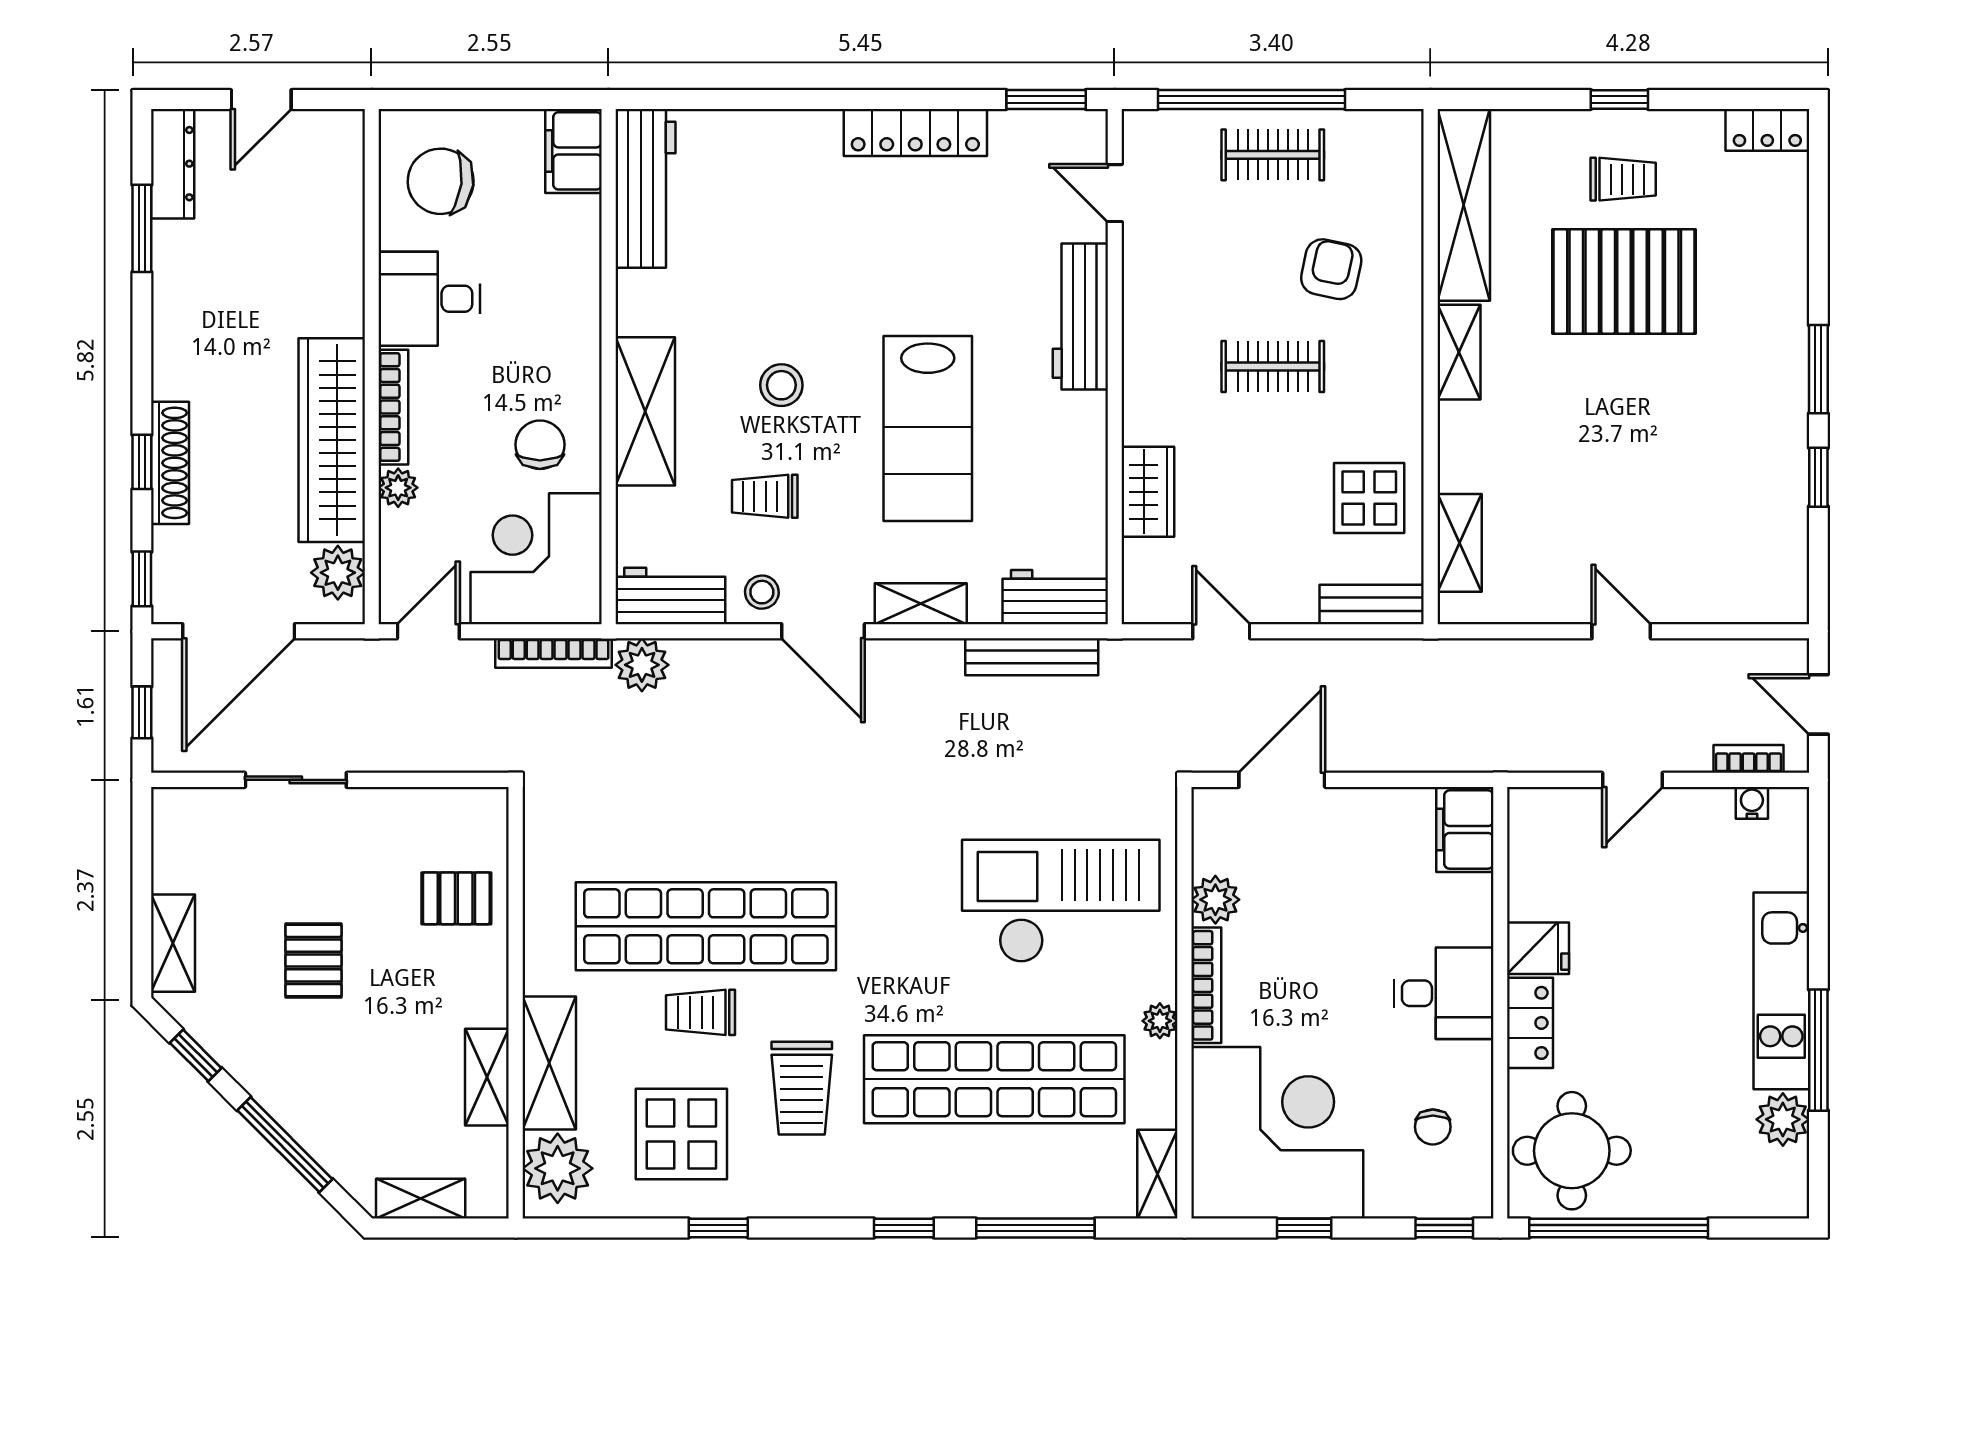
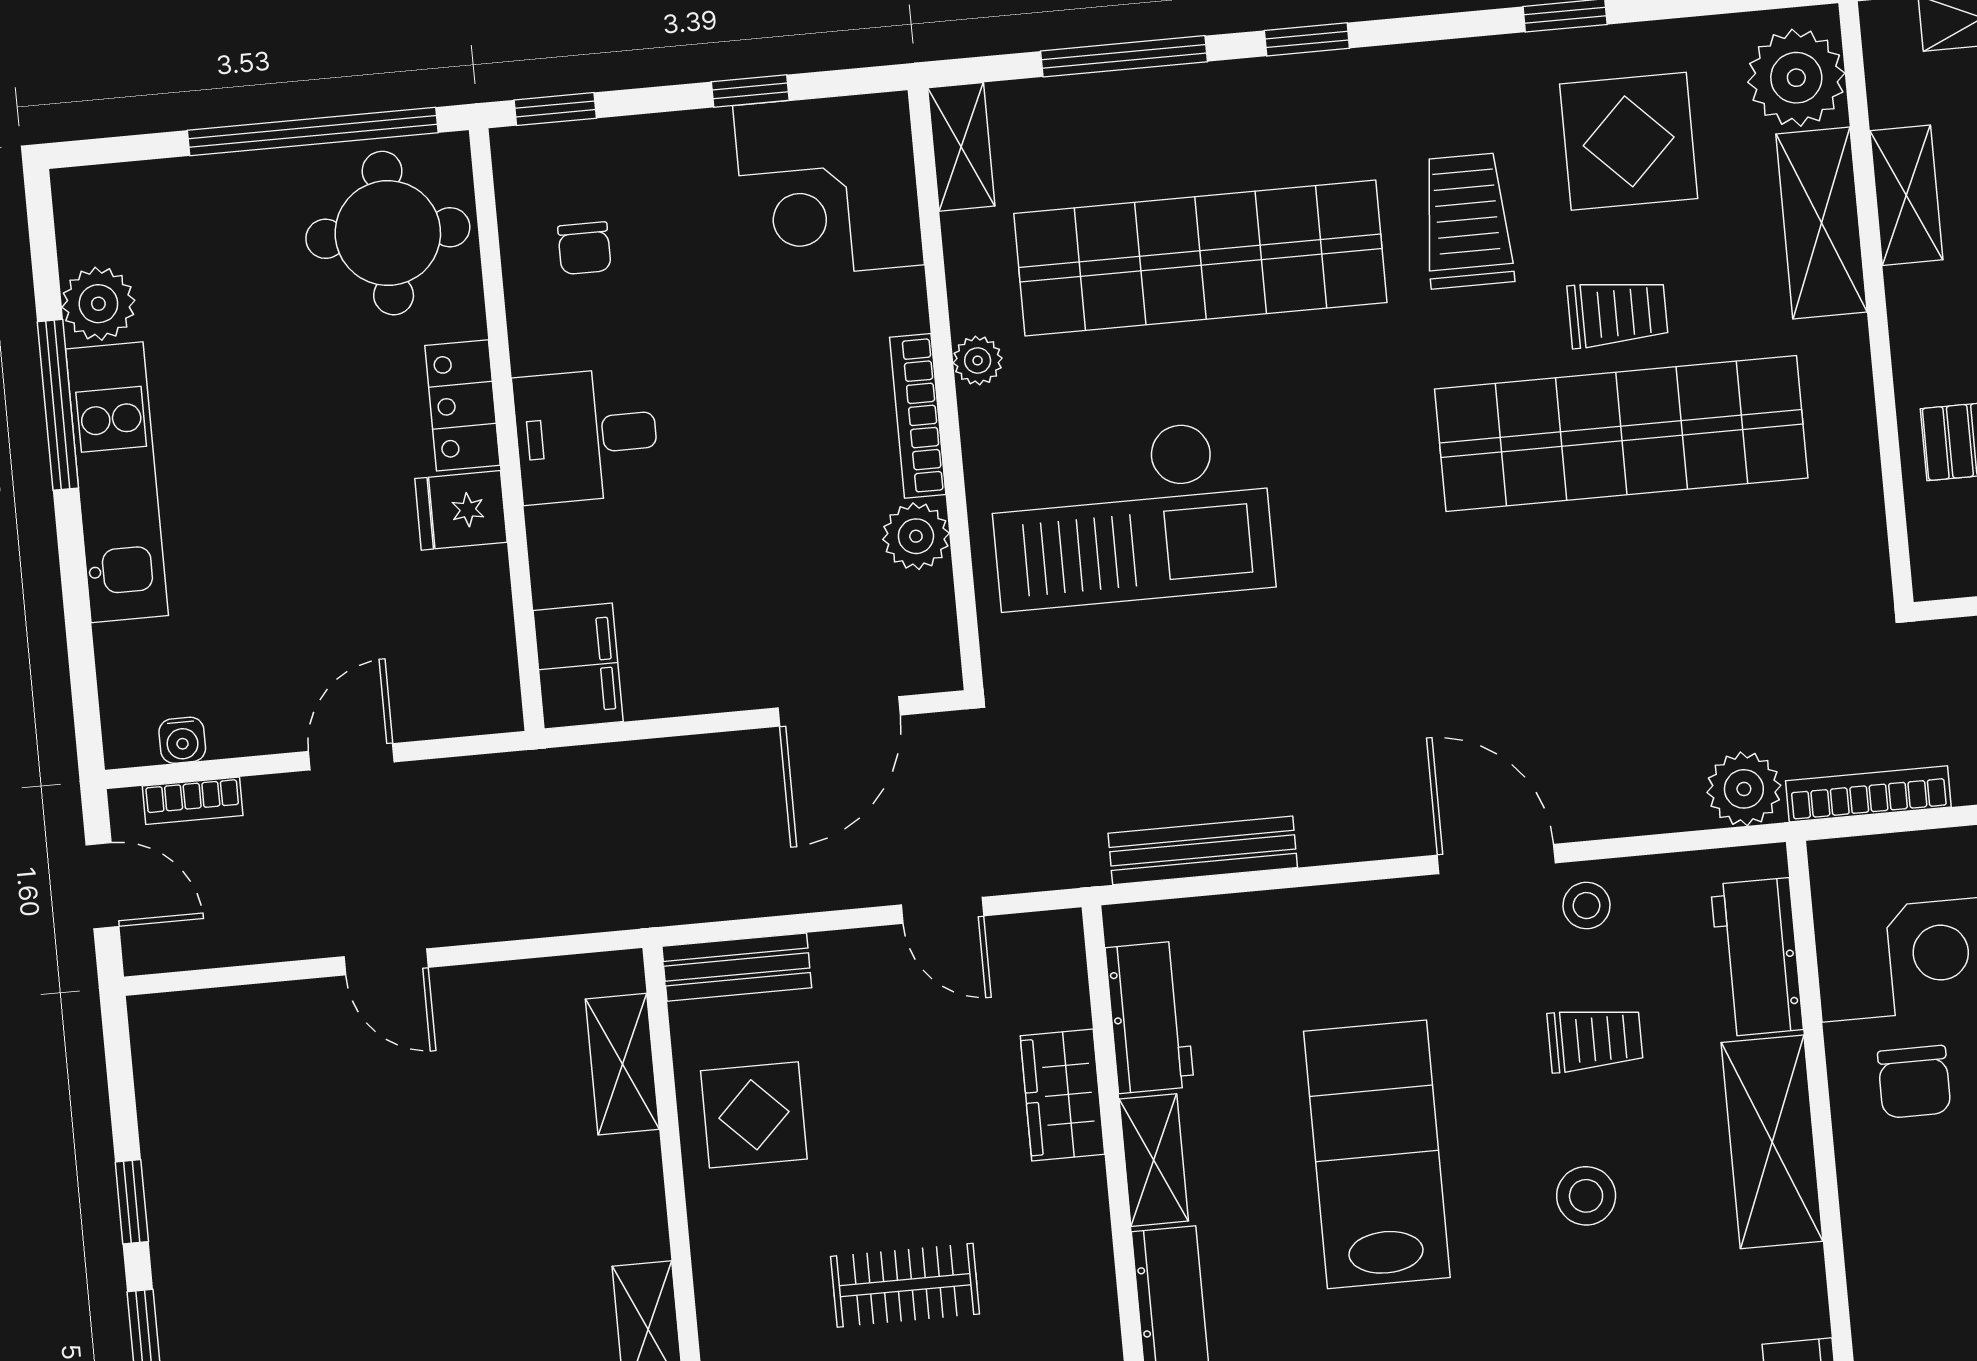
workbench: (670, 596) -> (1757, 957), moved, turned 90
workbench: (1055, 597) -> (1150, 1017), moved, turned -90
shelving: (921, 604) -> (1154, 1160), moved, turned 90
chair: (1433, 1127) -> (584, 248), turned 180
corner desk: (1277, 1133) -> (829, 185), width x0.74, depth x0.74

